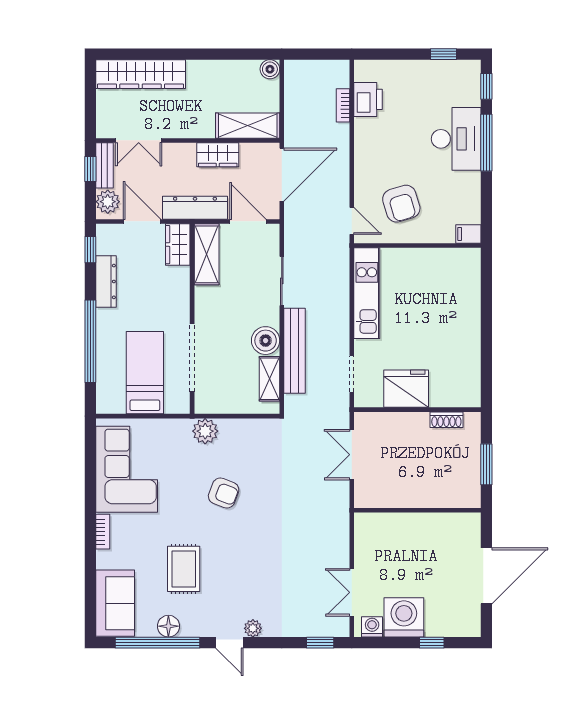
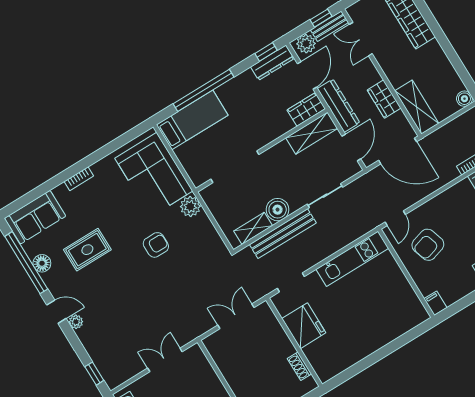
dresser: (106, 281) -> (272, 63), moved
bed: (145, 373) -> (192, 120), moved
corner sofa: (127, 469) -> (154, 175), moved, turned 90
armchair: (224, 493) -> (156, 245), turned -111
double door: (352, 592) -> (165, 360), moved
door: (229, 643) -> (56, 312), swing flipped

